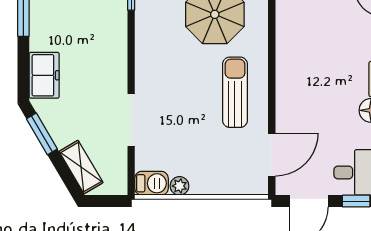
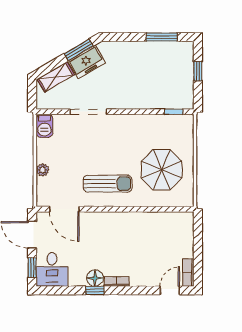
freezer: (44, 75) -> (87, 62), moved, turned -30
plant: (179, 186) -> (43, 170), moved

